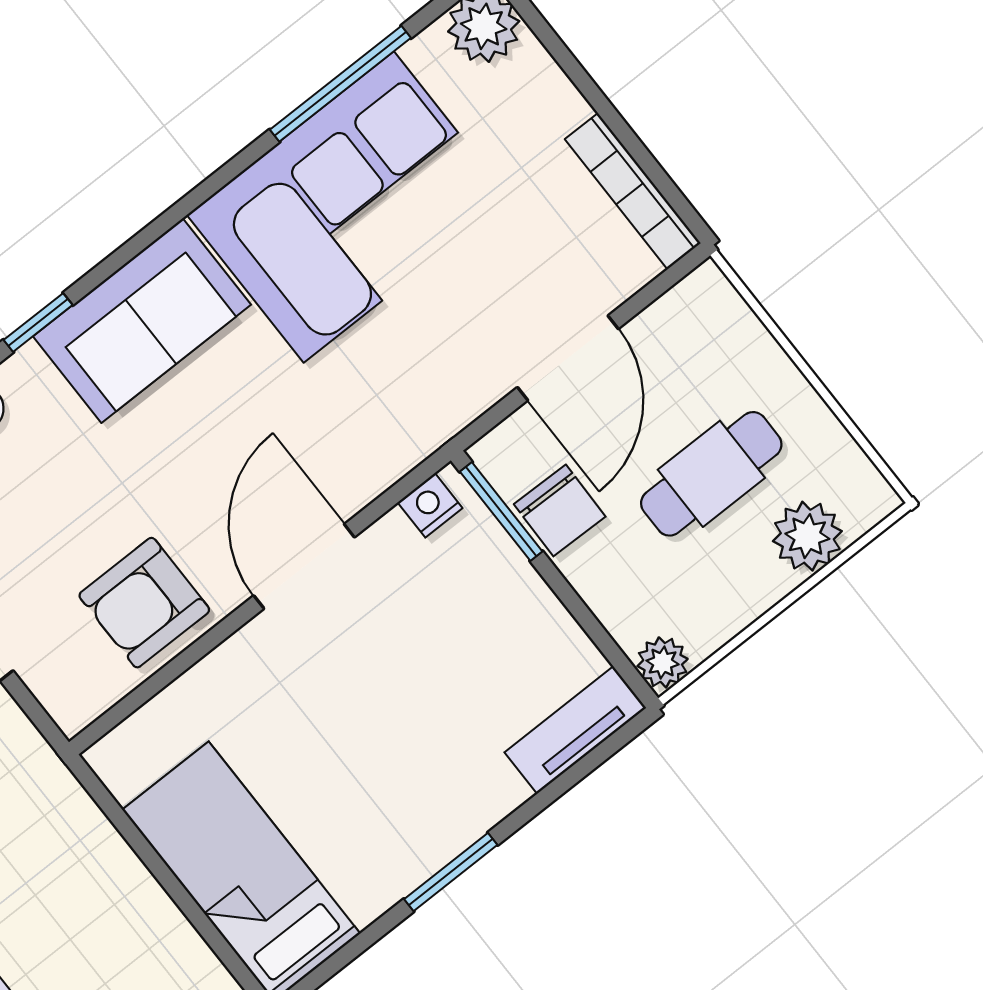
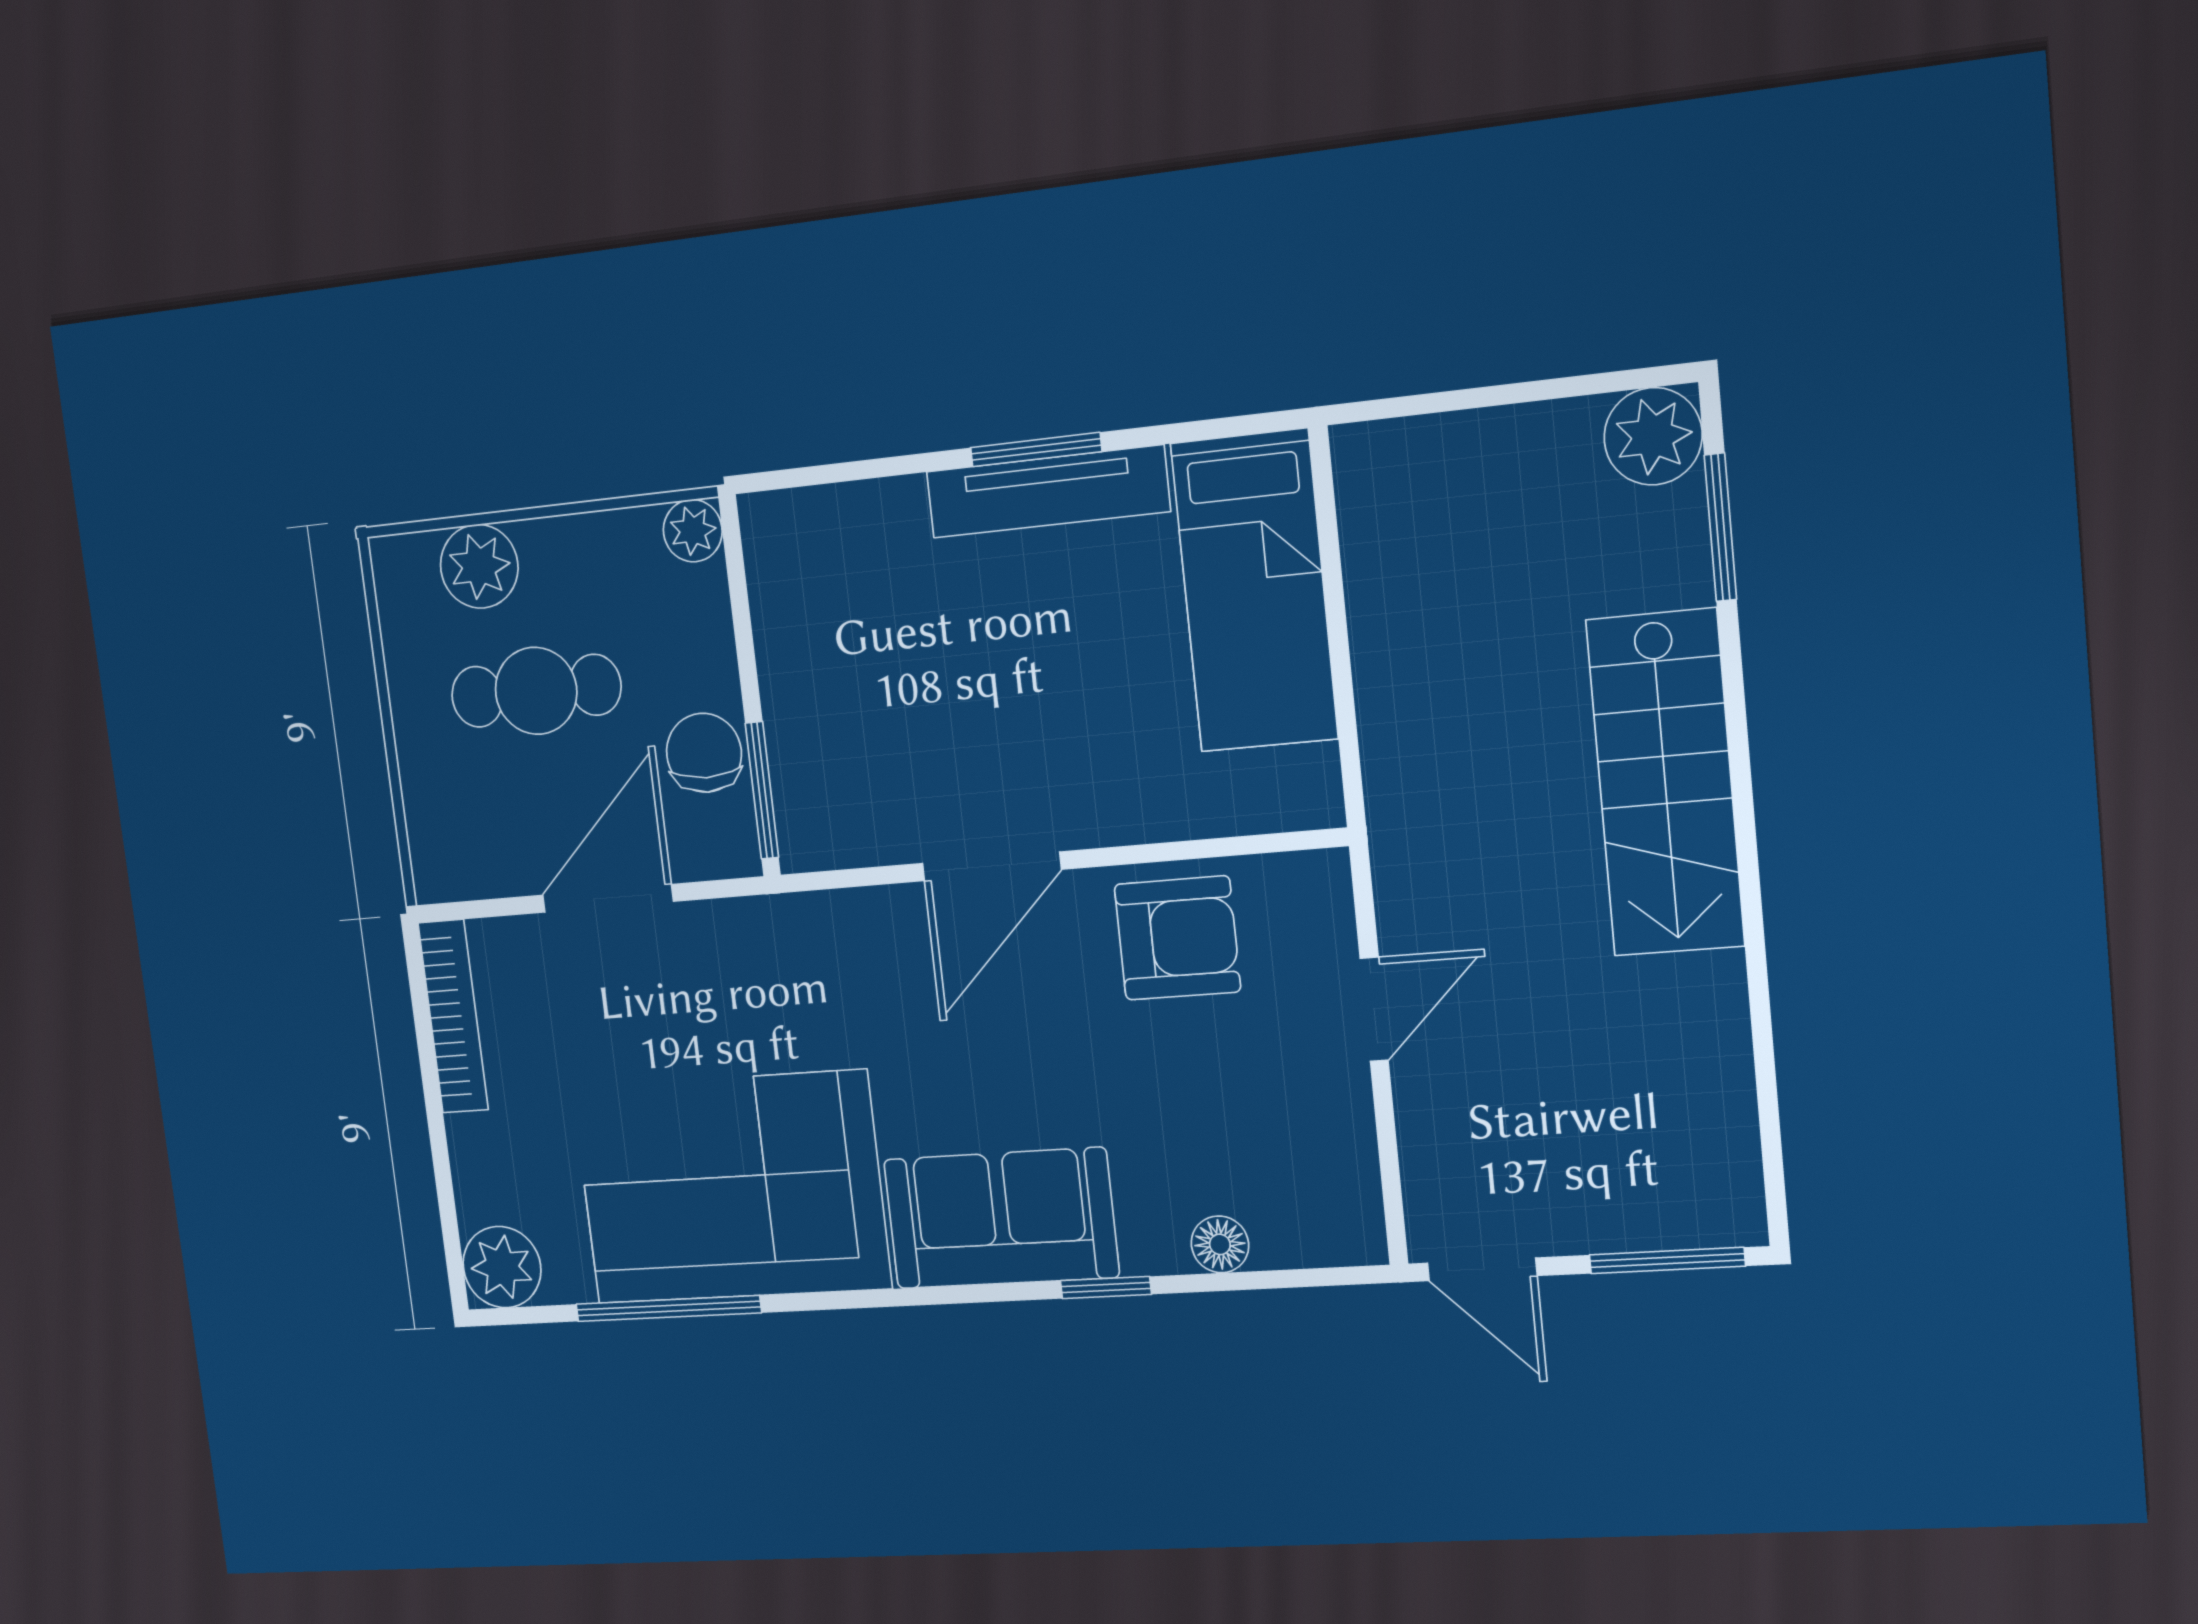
nightstand: (430, 505) -> (828, 844), removed
tv unit: (575, 730) -> (1048, 492), moved, width x1.41

